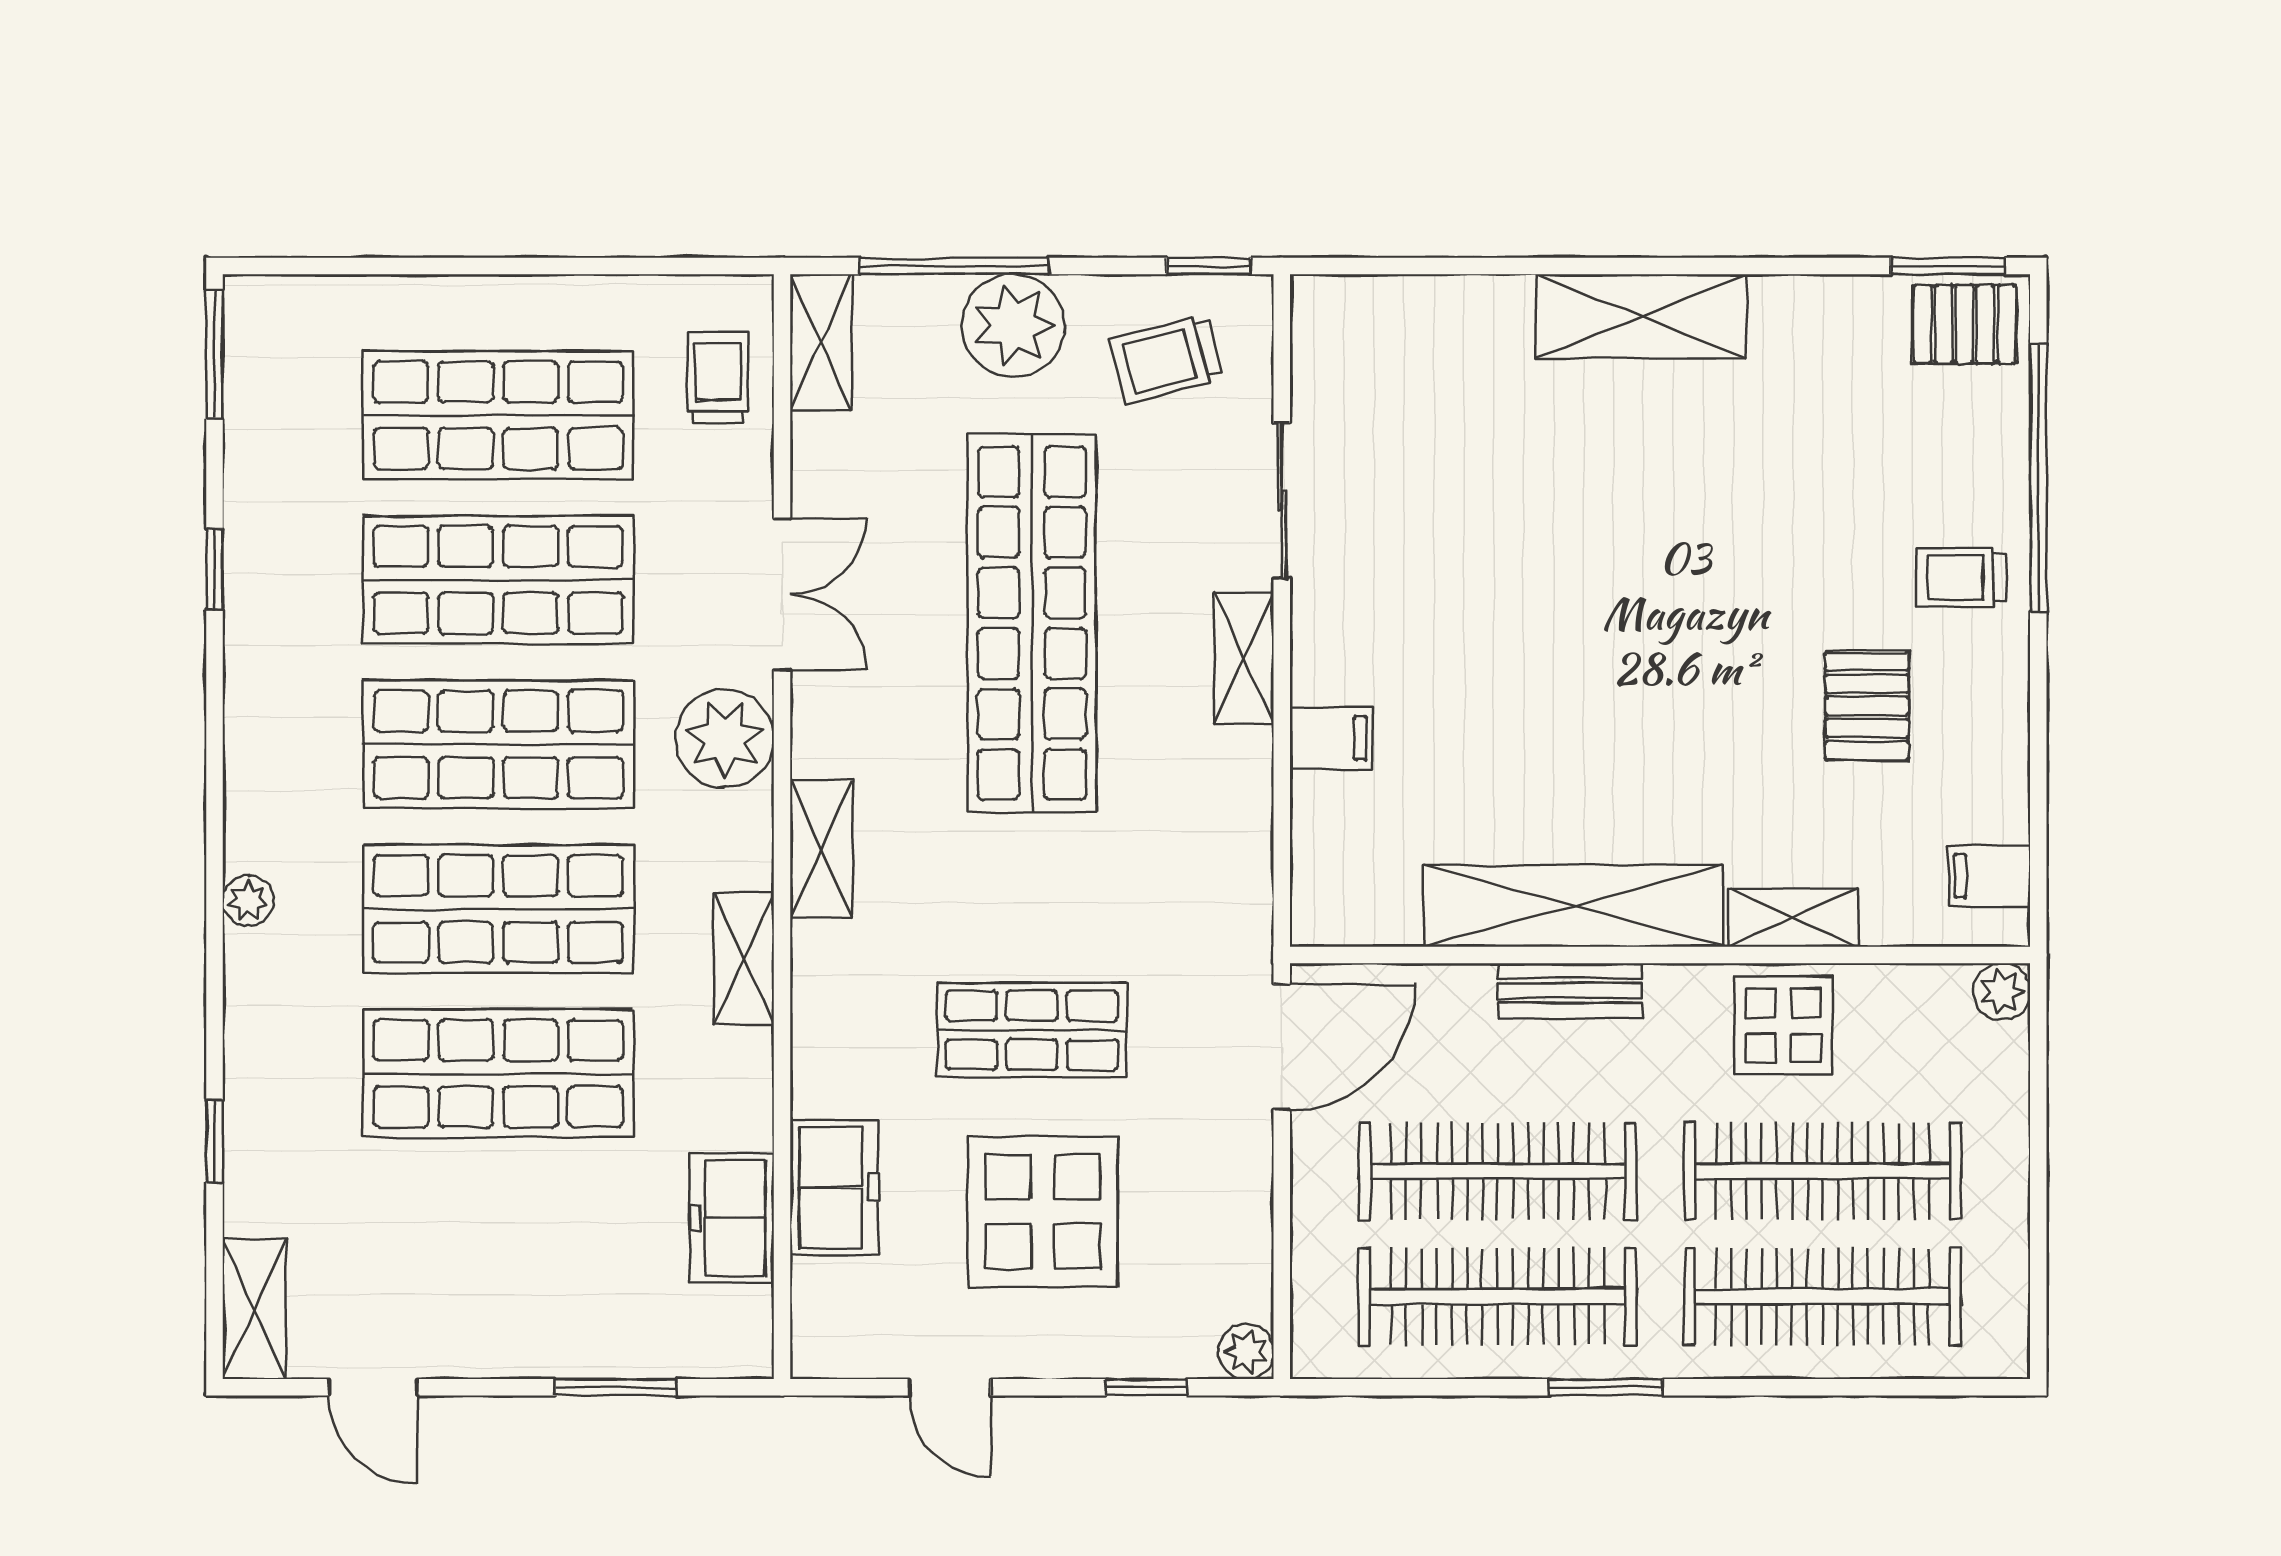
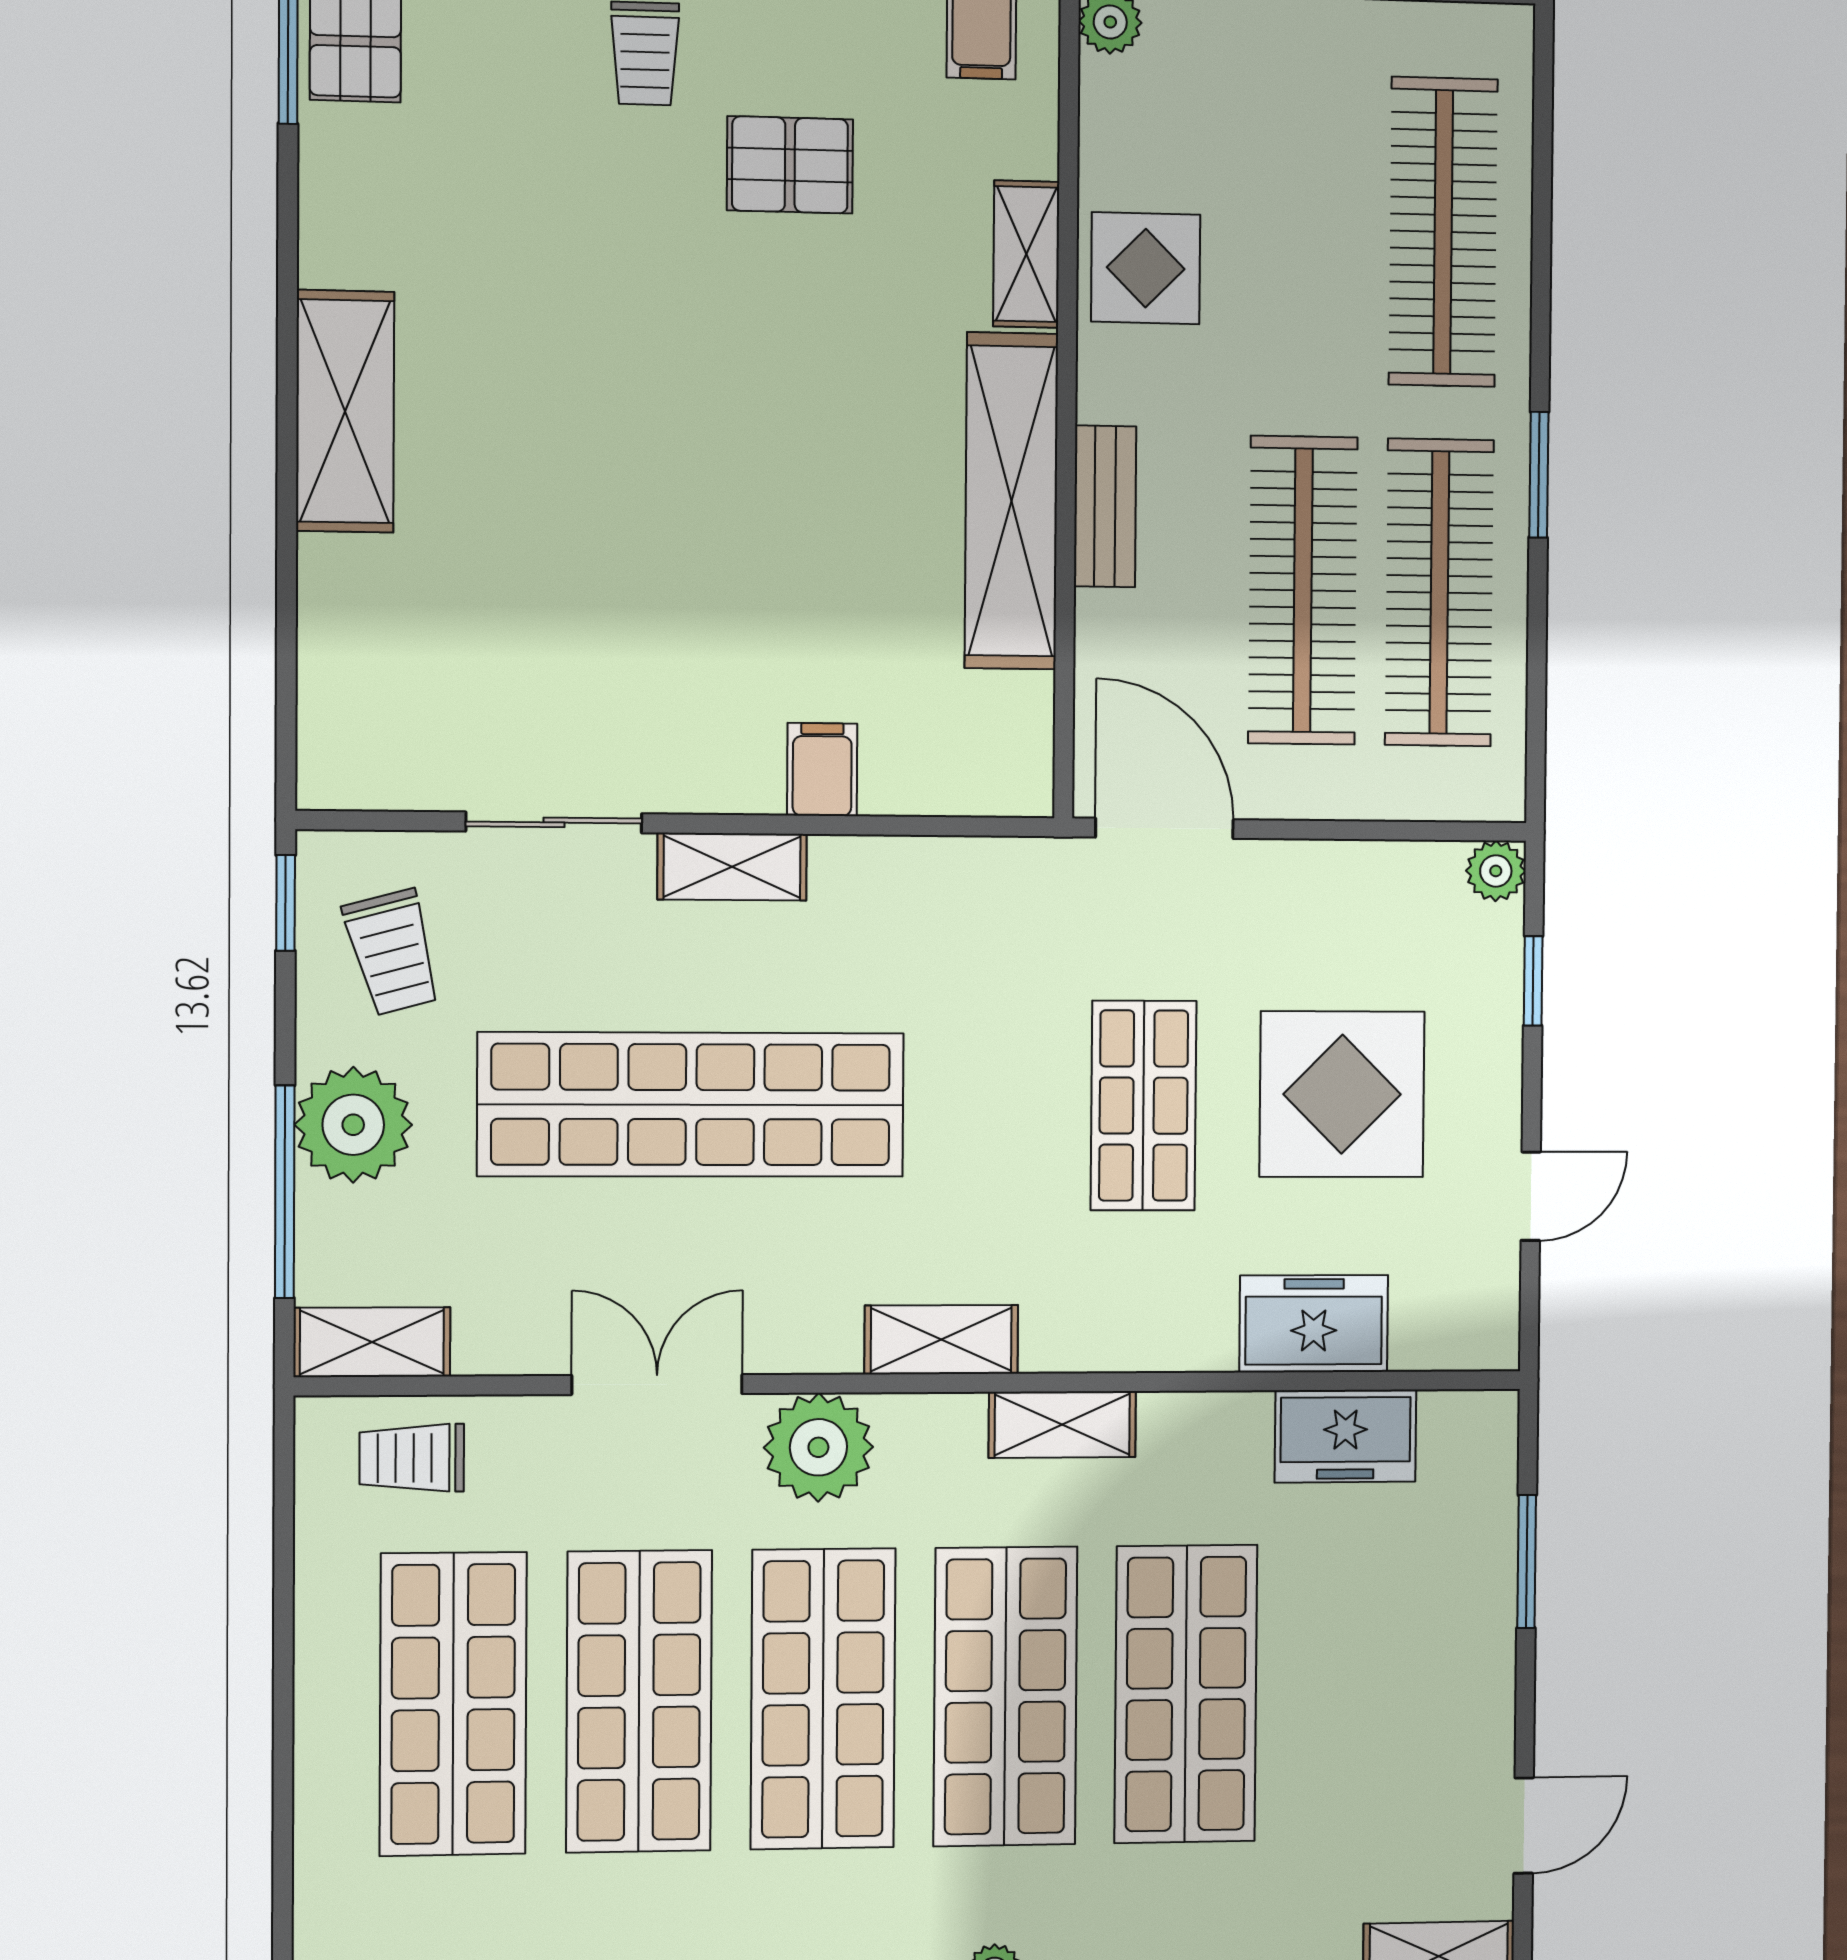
clothes rail: (1823, 1171) -> (1306, 228), removed

